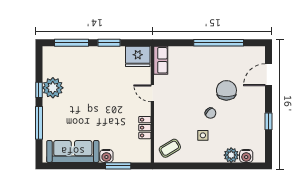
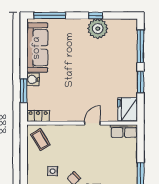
window: (39, 123) -> (50, 15), moved
locker: (145, 128) -> (38, 116), moved

